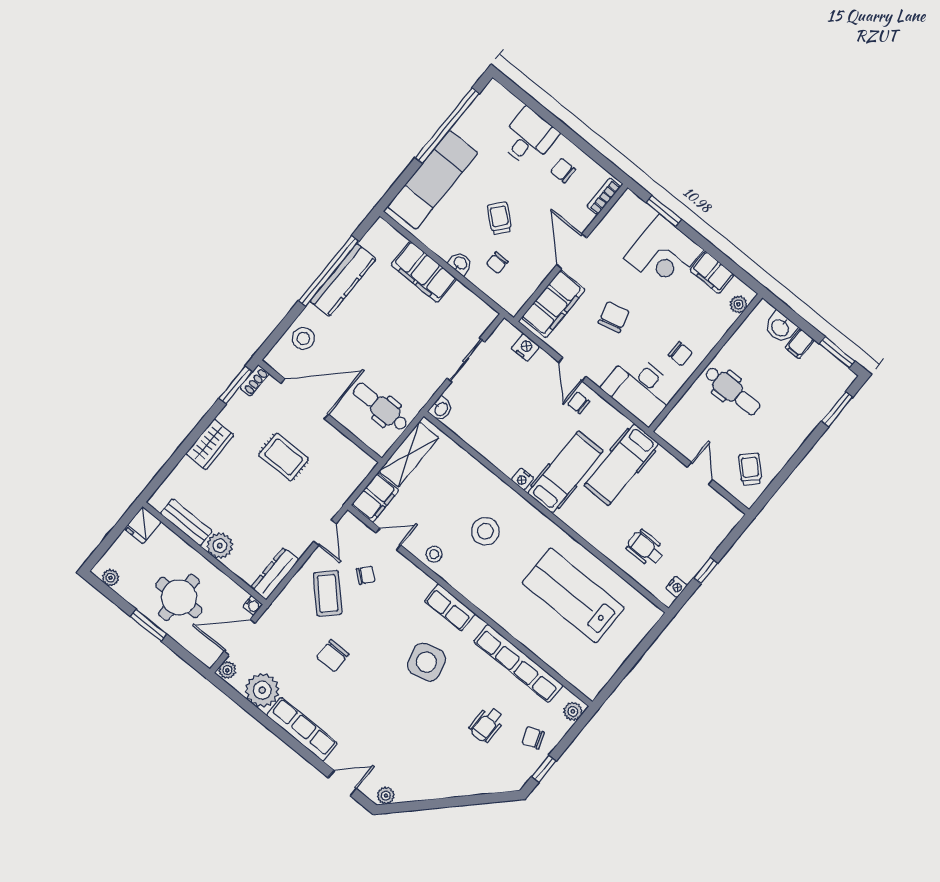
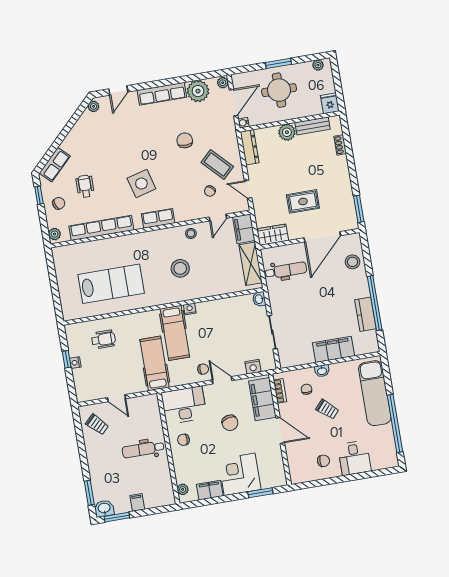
bookcase: (604, 196) -> (280, 391), moved
kitchen counter: (343, 280) -> (365, 314), width x0.67
washbasin: (780, 327) -> (104, 508), moved
shoe rack: (254, 380) -> (340, 145), moved
wardrobe: (210, 444) -> (273, 235), moved, turned 90
nightstand: (676, 587) -> (75, 363), moved
row of seats: (492, 782) -> (55, 165), added

